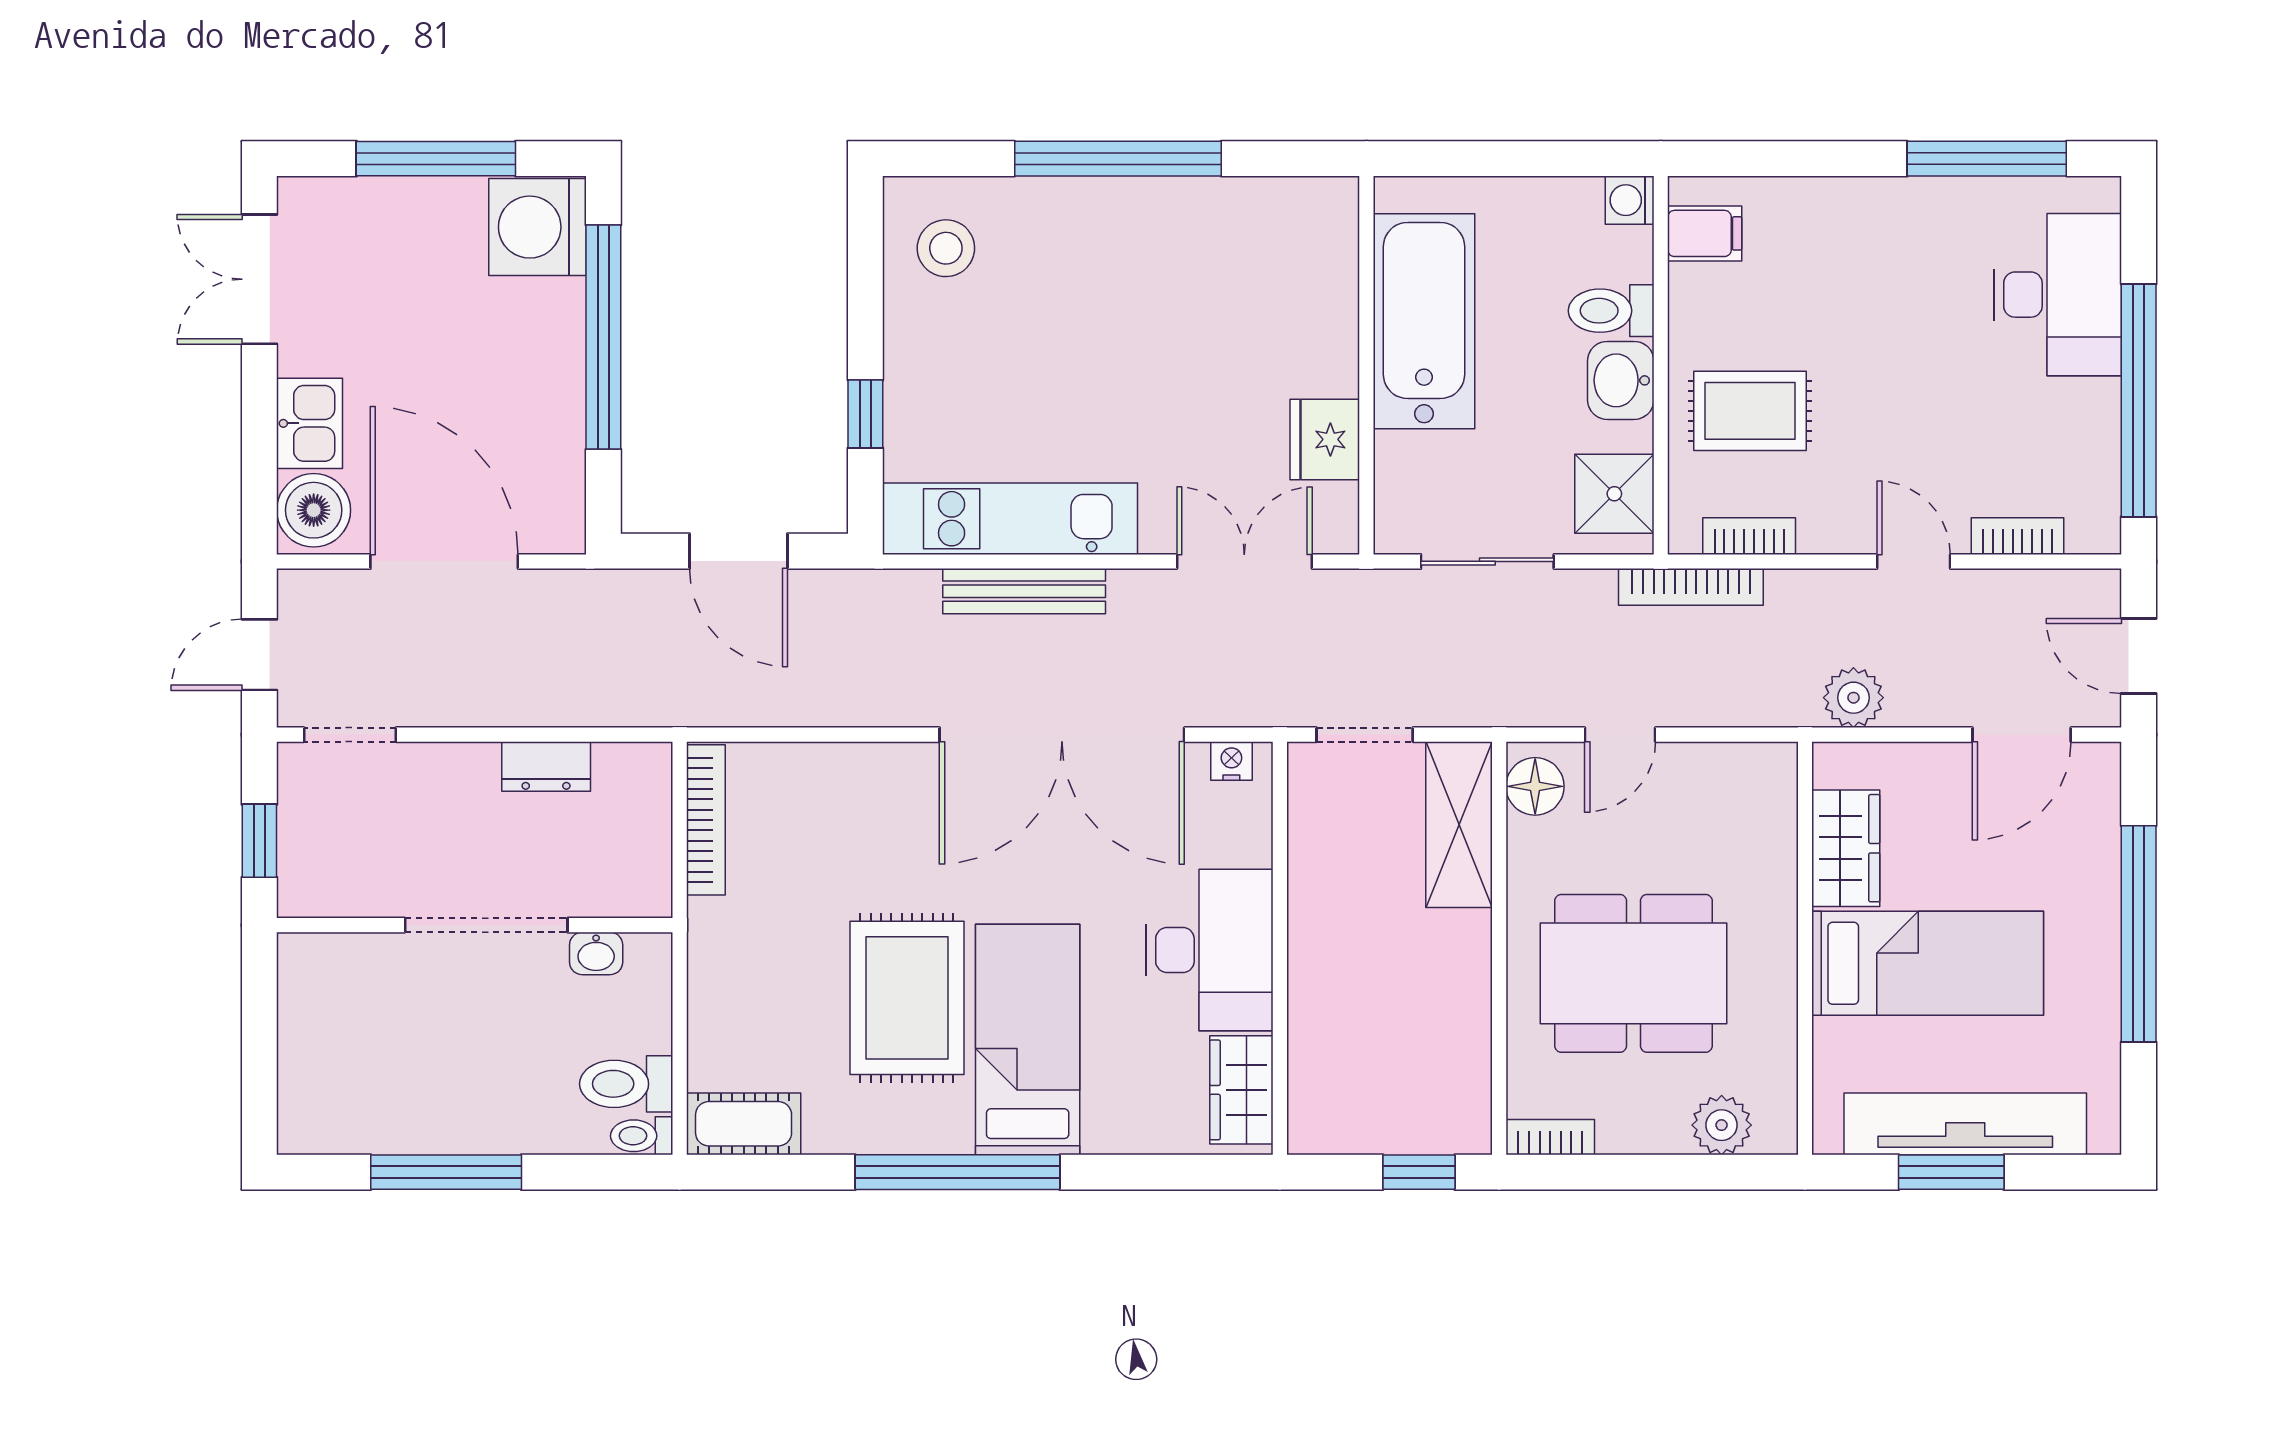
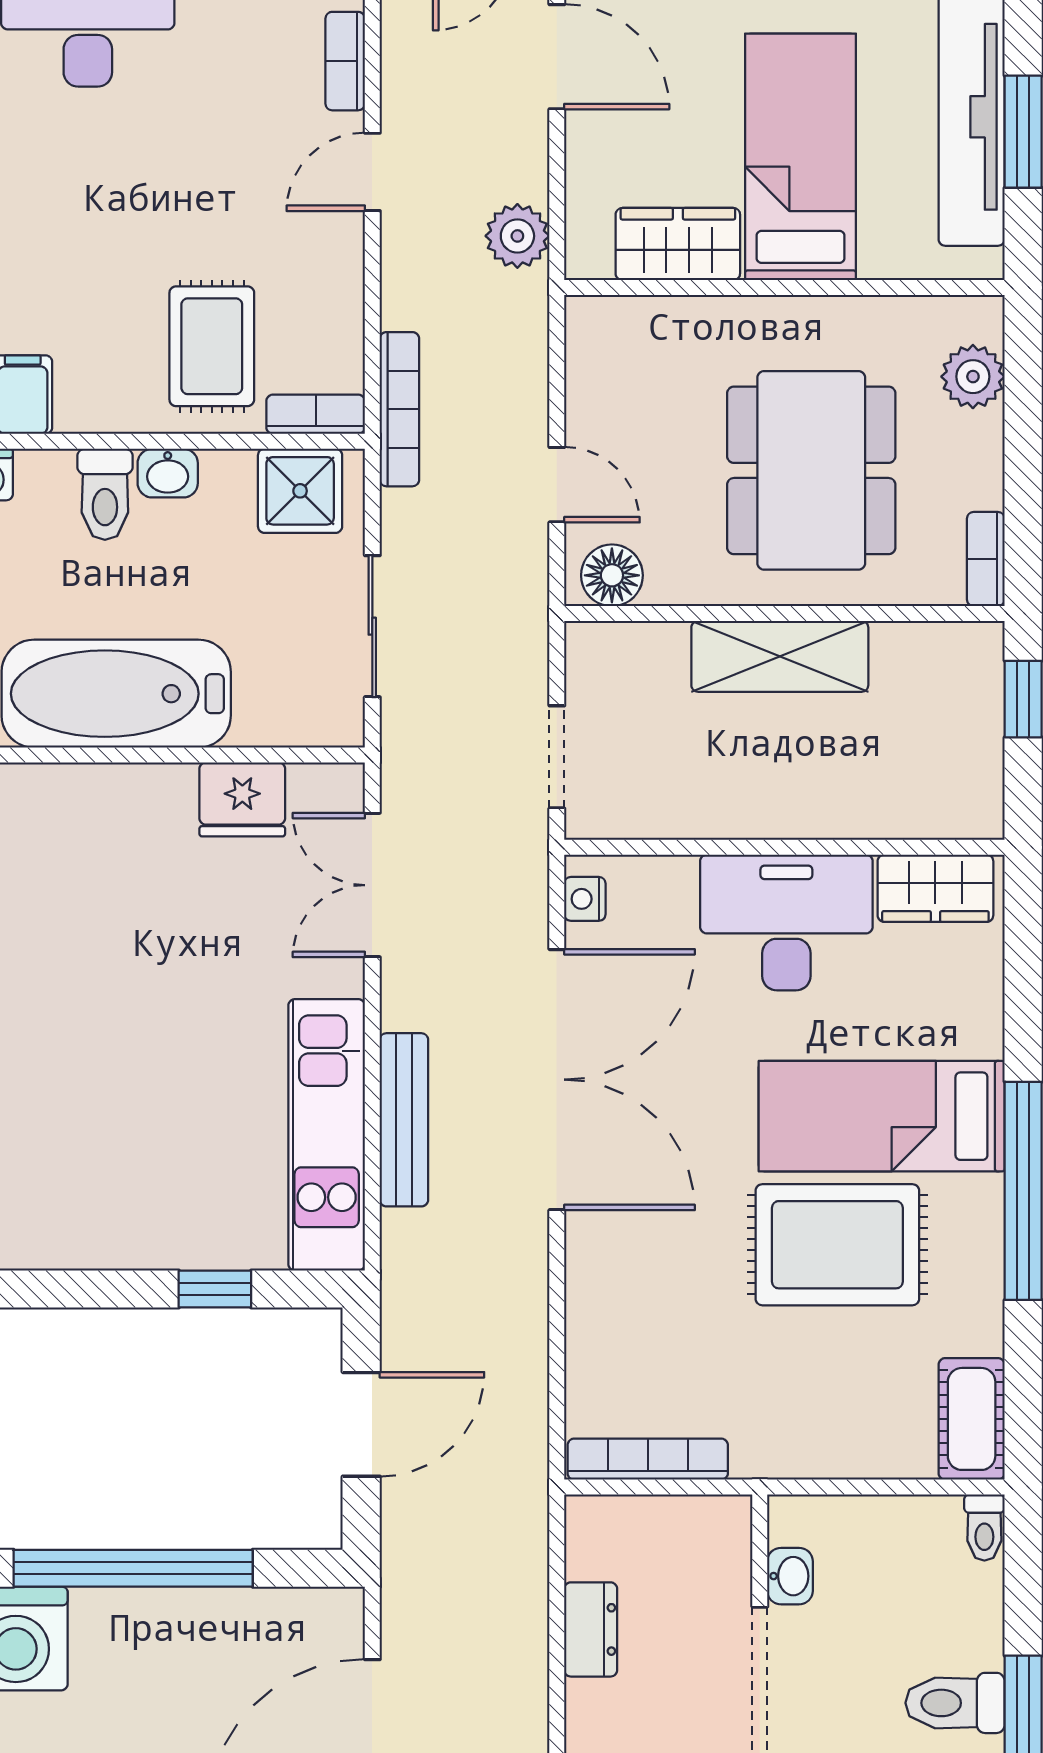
stool: (946, 248) -> (38, 1203), removed
washbasin: (1621, 380) -> (168, 473), width x0.72, depth x0.69
bookcase: (1749, 536) -> (316, 414), moved, turned 90
shelving: (1459, 825) -> (780, 656), moved
toilet: (626, 1084) -> (955, 1703), moved, turned 90

